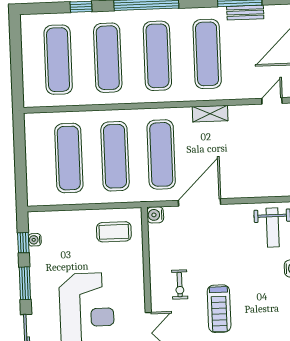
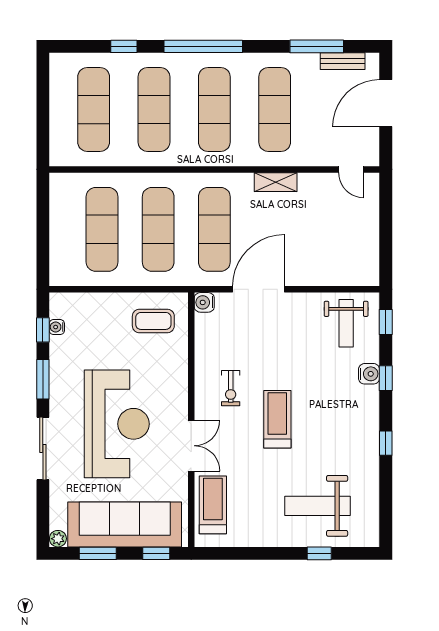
bench: (245, 13) -> (343, 61), moved
door: (272, 101) -> (351, 169), swing flipped
treadmill: (219, 309) -> (277, 419), turned 180

